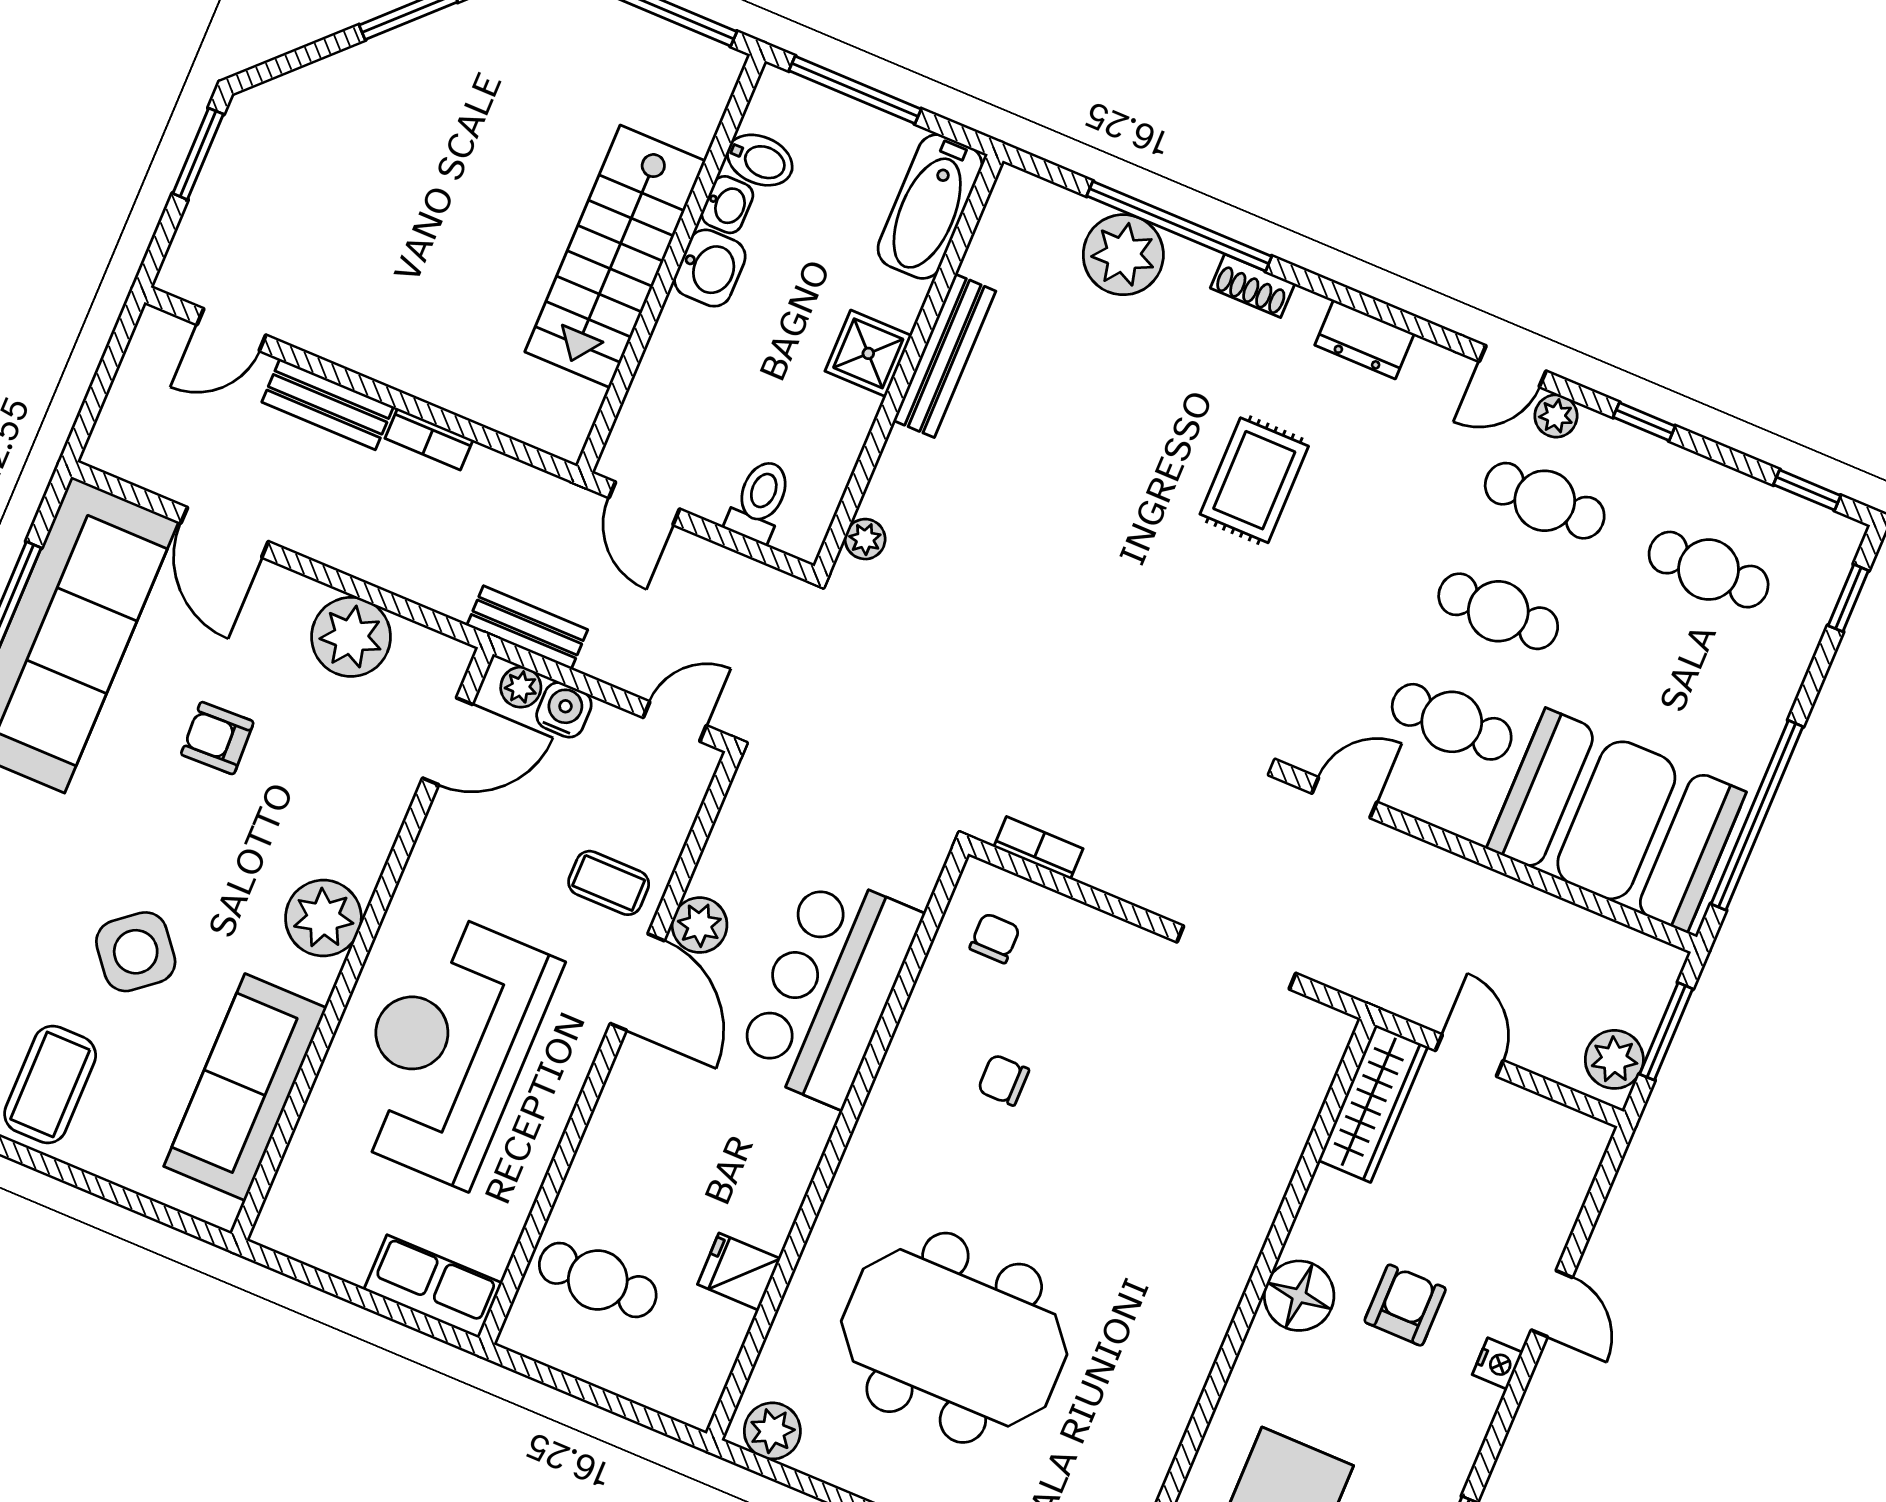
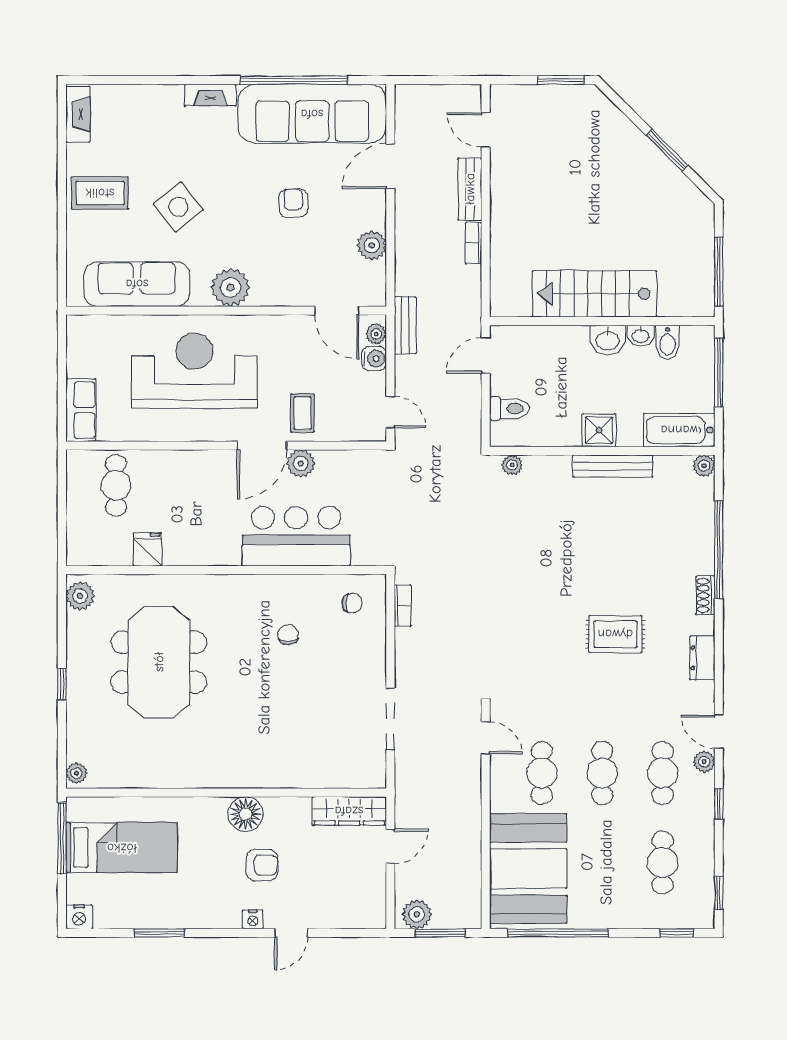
plant: (1123, 255) -> (704, 466), moved, width x0.53, depth x0.53
plant: (351, 637) -> (372, 245), width x0.73, depth x0.73

